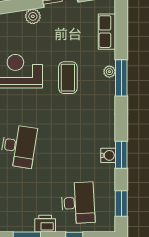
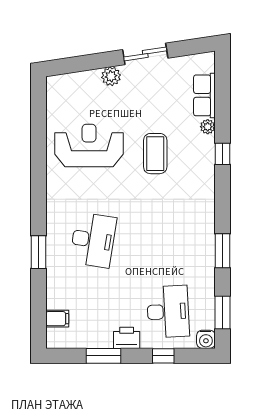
plant: (109, 72) -> (208, 127), moved
window: (121, 78) -> (223, 154), width x0.46
water cooler: (108, 155) -> (206, 339), moved, turned 90

